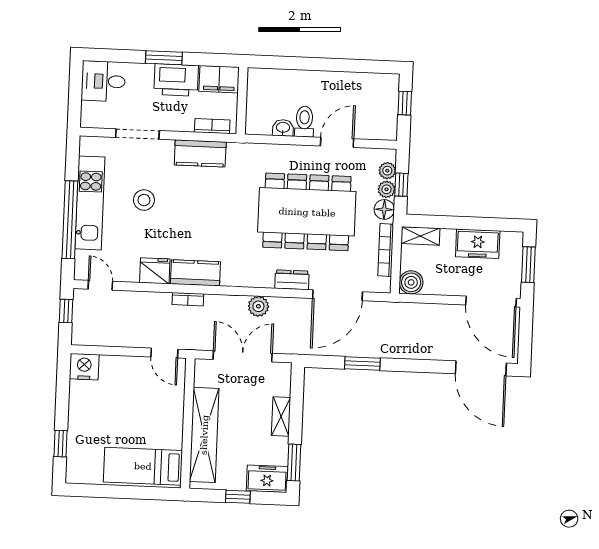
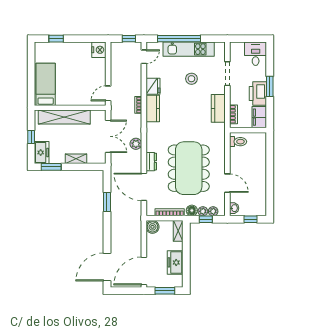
toilet: (304, 122) -> (238, 142), moved
washbasin: (283, 128) -> (234, 208), moved

